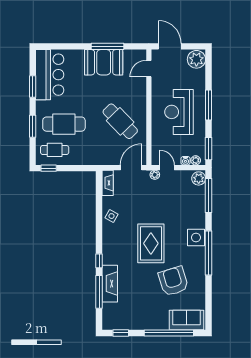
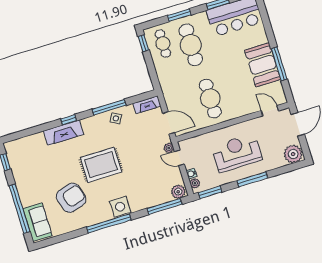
cafe table: (120, 121) -> (210, 99), turned -46
door: (167, 168) -> (179, 158), swing flipped
fireplace: (110, 284) -> (63, 133), moved
window: (99, 292) -> (109, 107), moved

